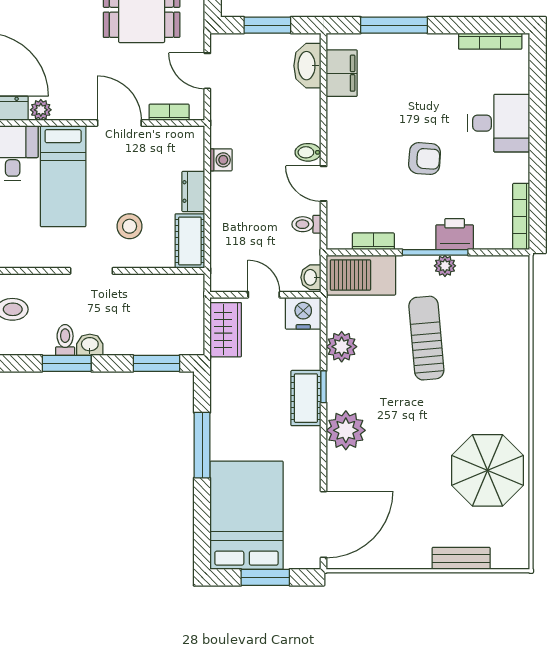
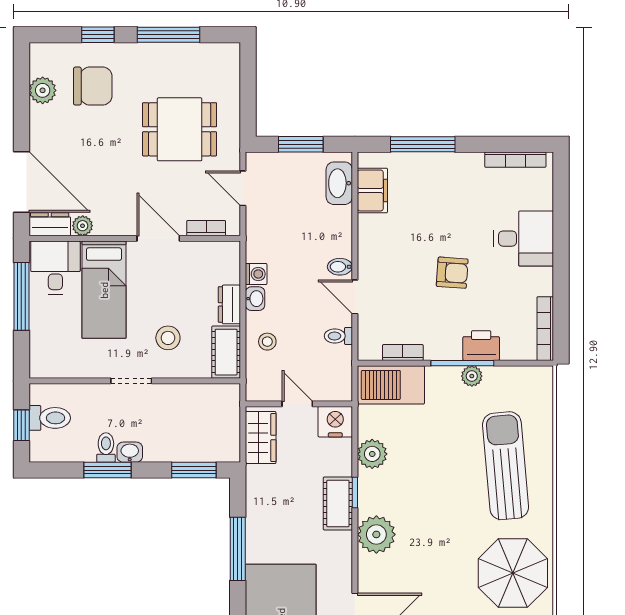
stool: (233, 230) -> (267, 342), added
washbasin: (311, 277) -> (255, 299), moved, turned 180
sun lounger: (426, 338) -> (506, 466), moved, width x1.36, depth x1.34

